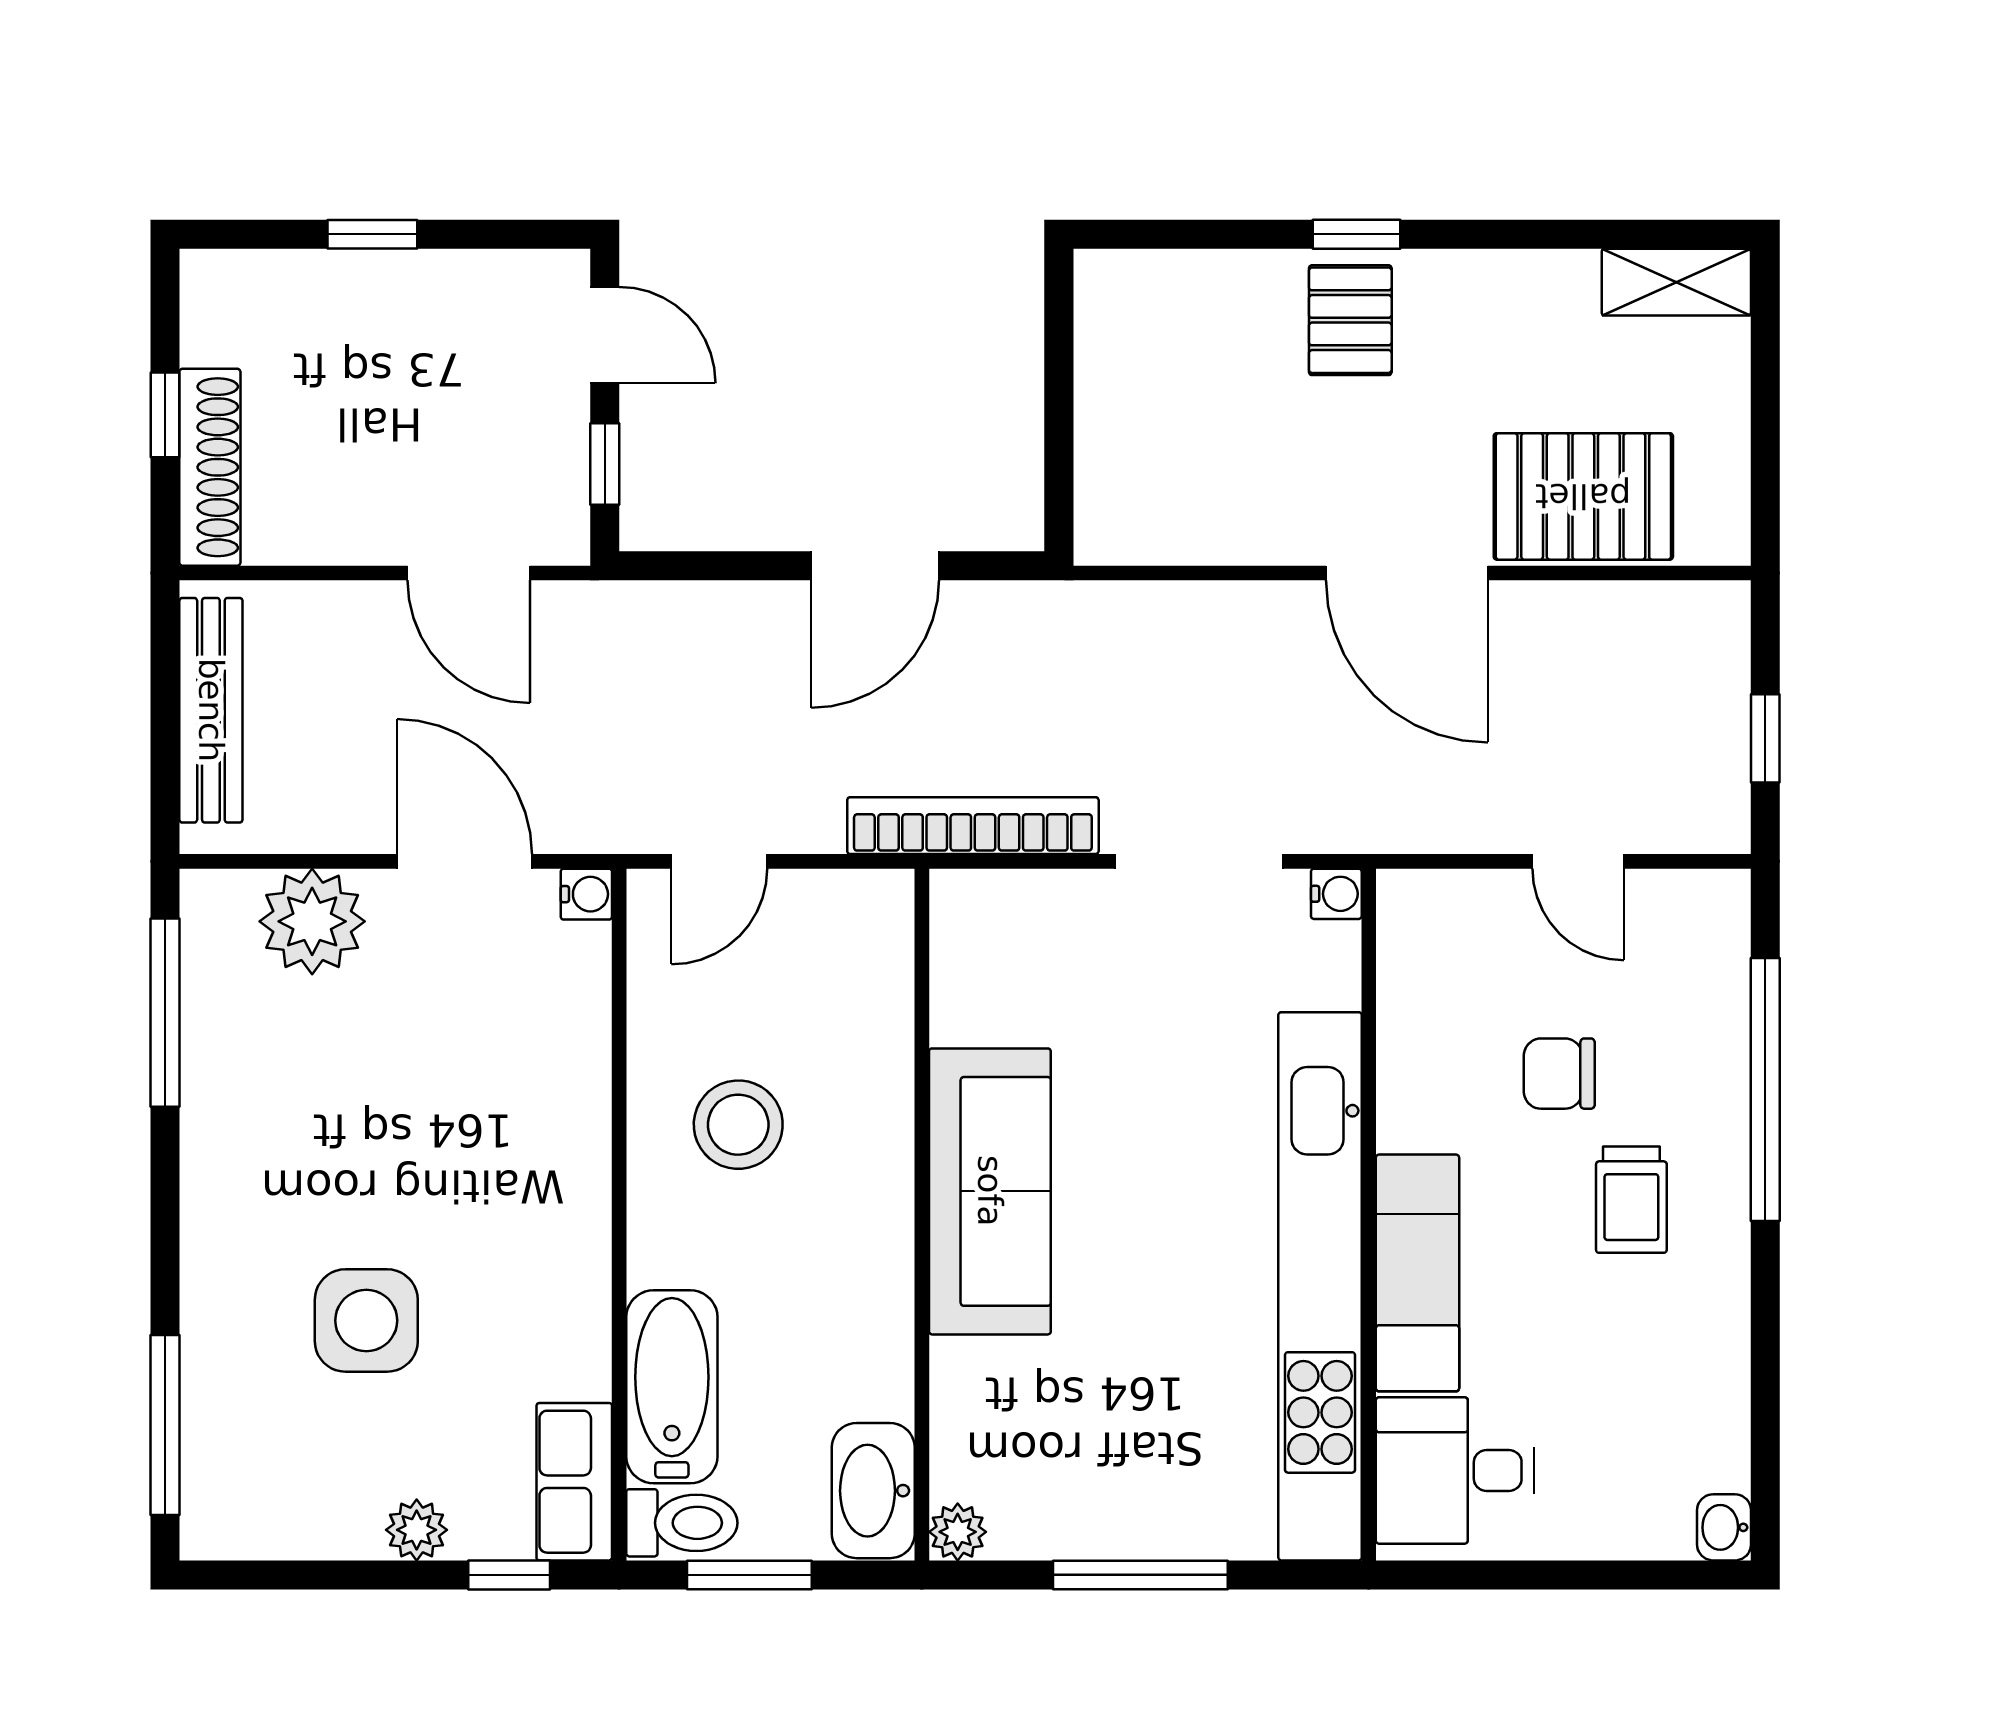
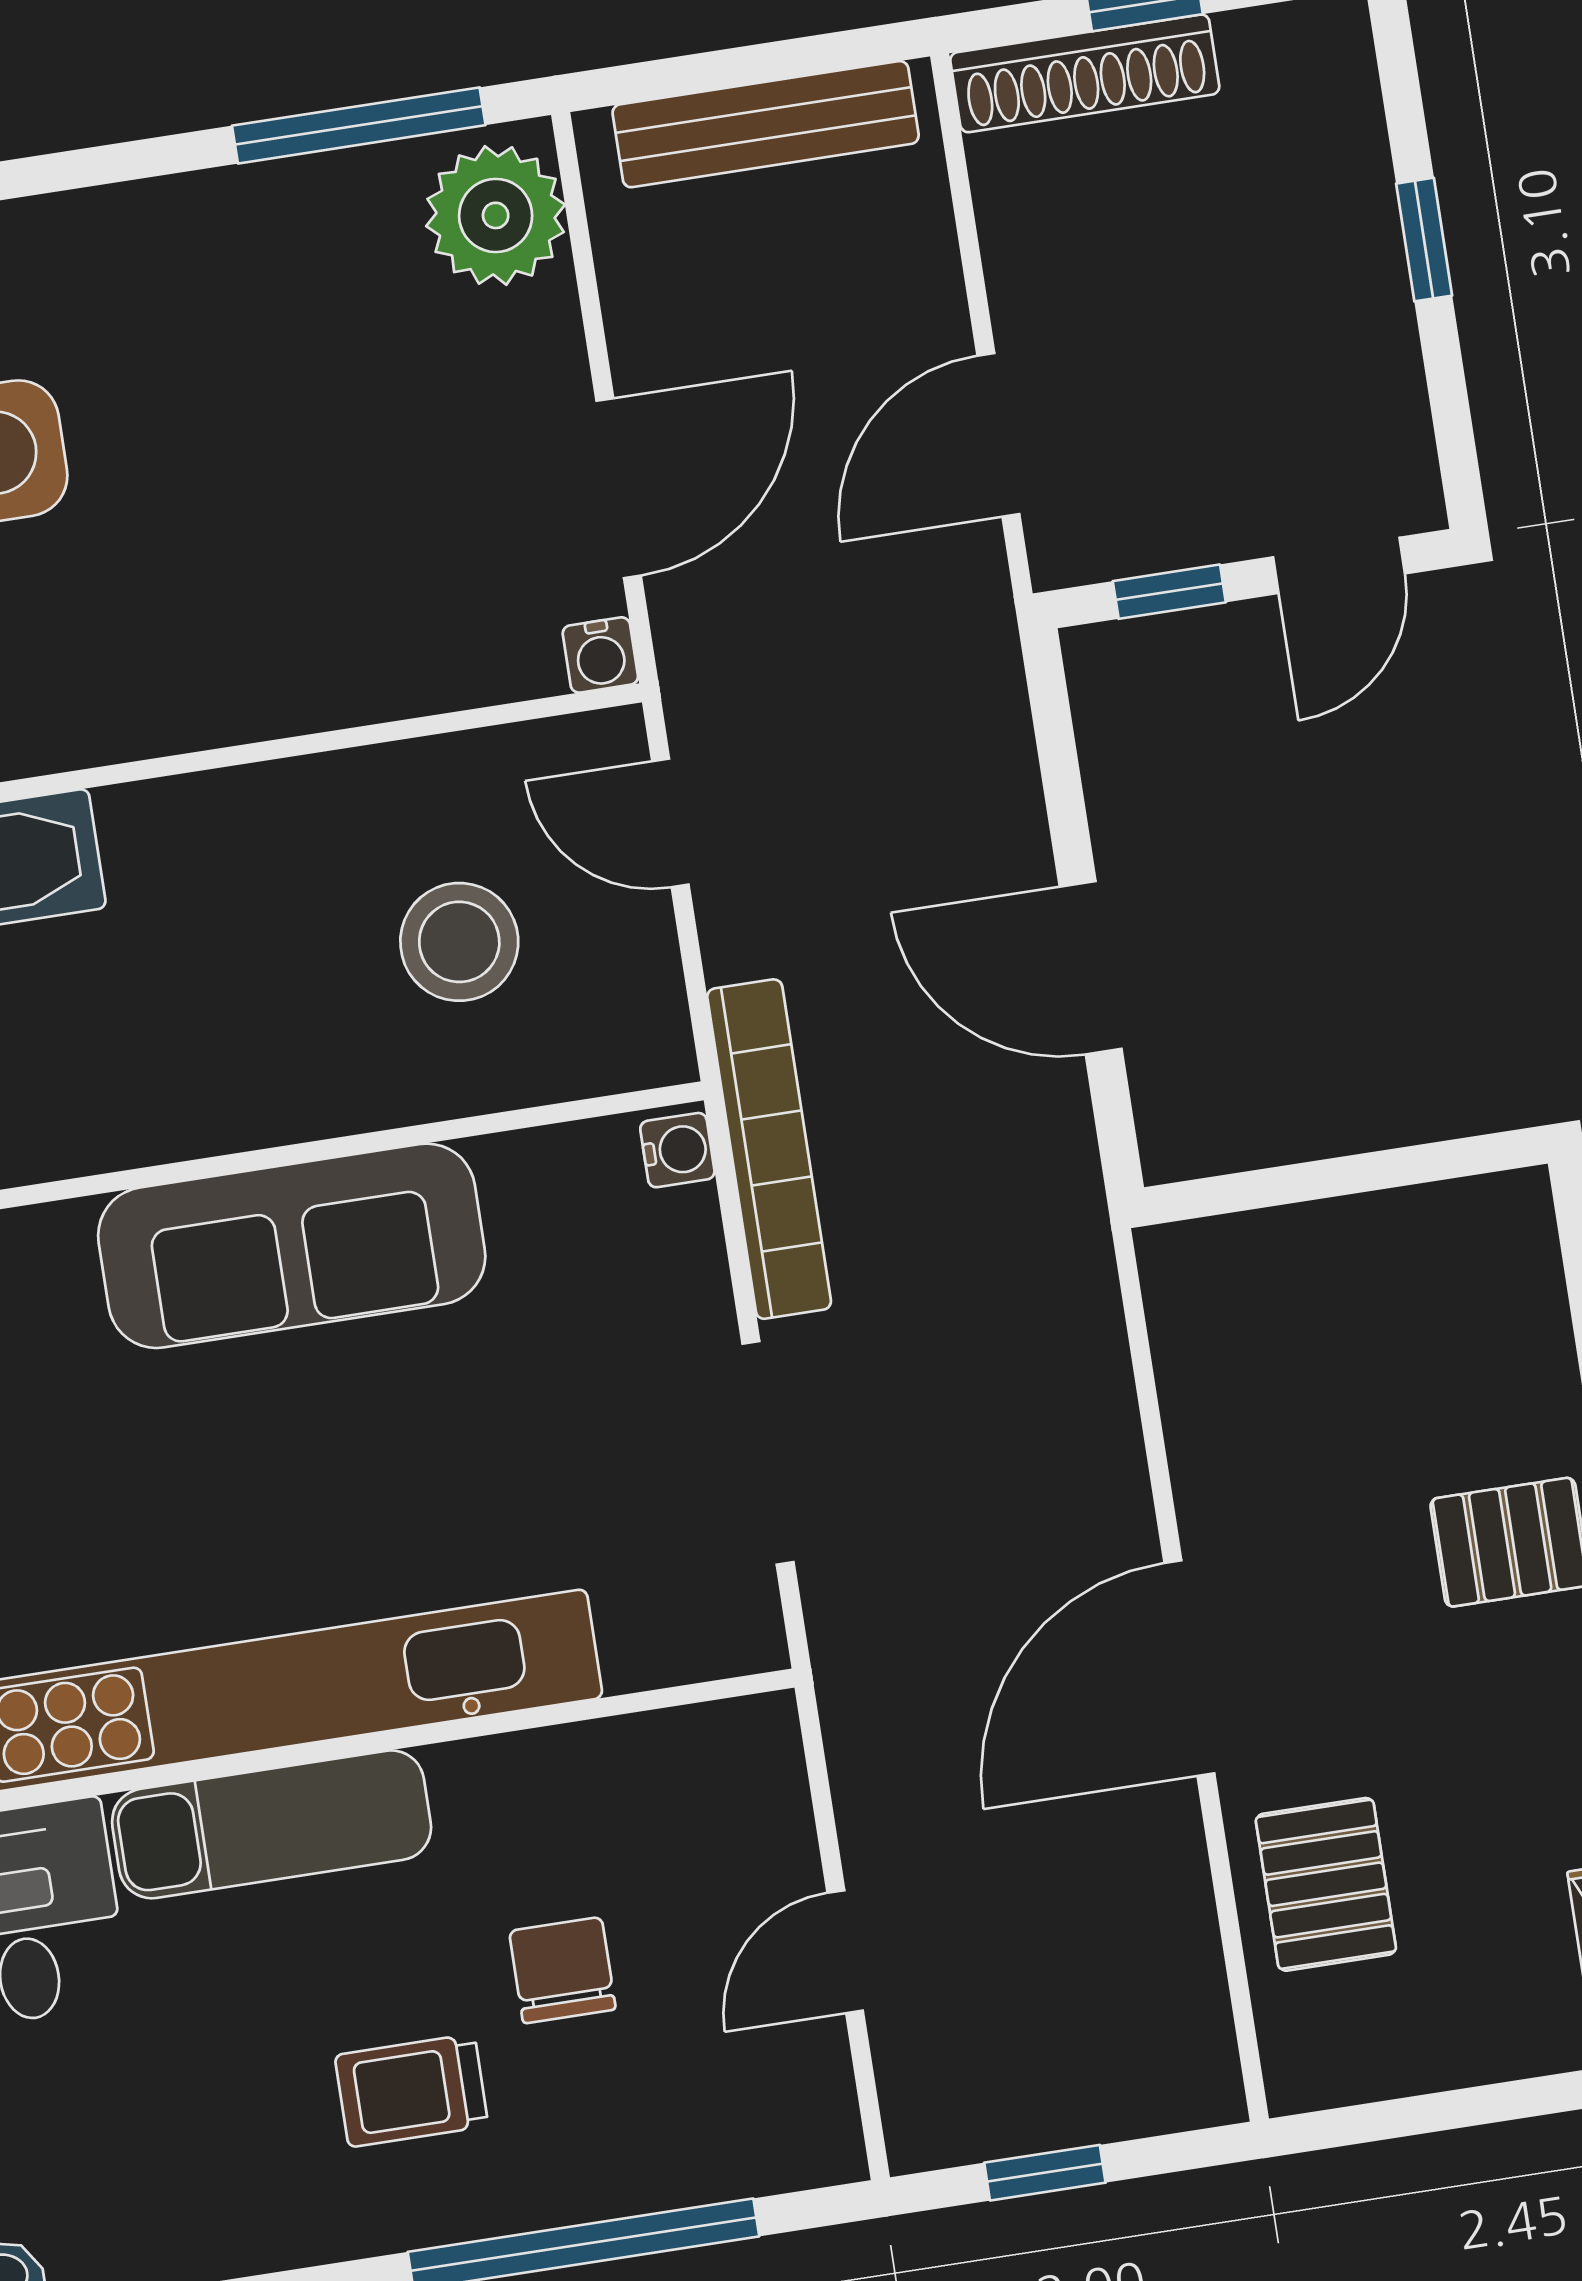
pallet: (1583, 496) -> (1326, 1884), width x0.67, depth x0.71
water cooler: (1336, 894) -> (677, 1150), moved, turned -90
plant: (312, 921) -> (496, 215), moved
stool: (738, 1125) -> (459, 942), moved

